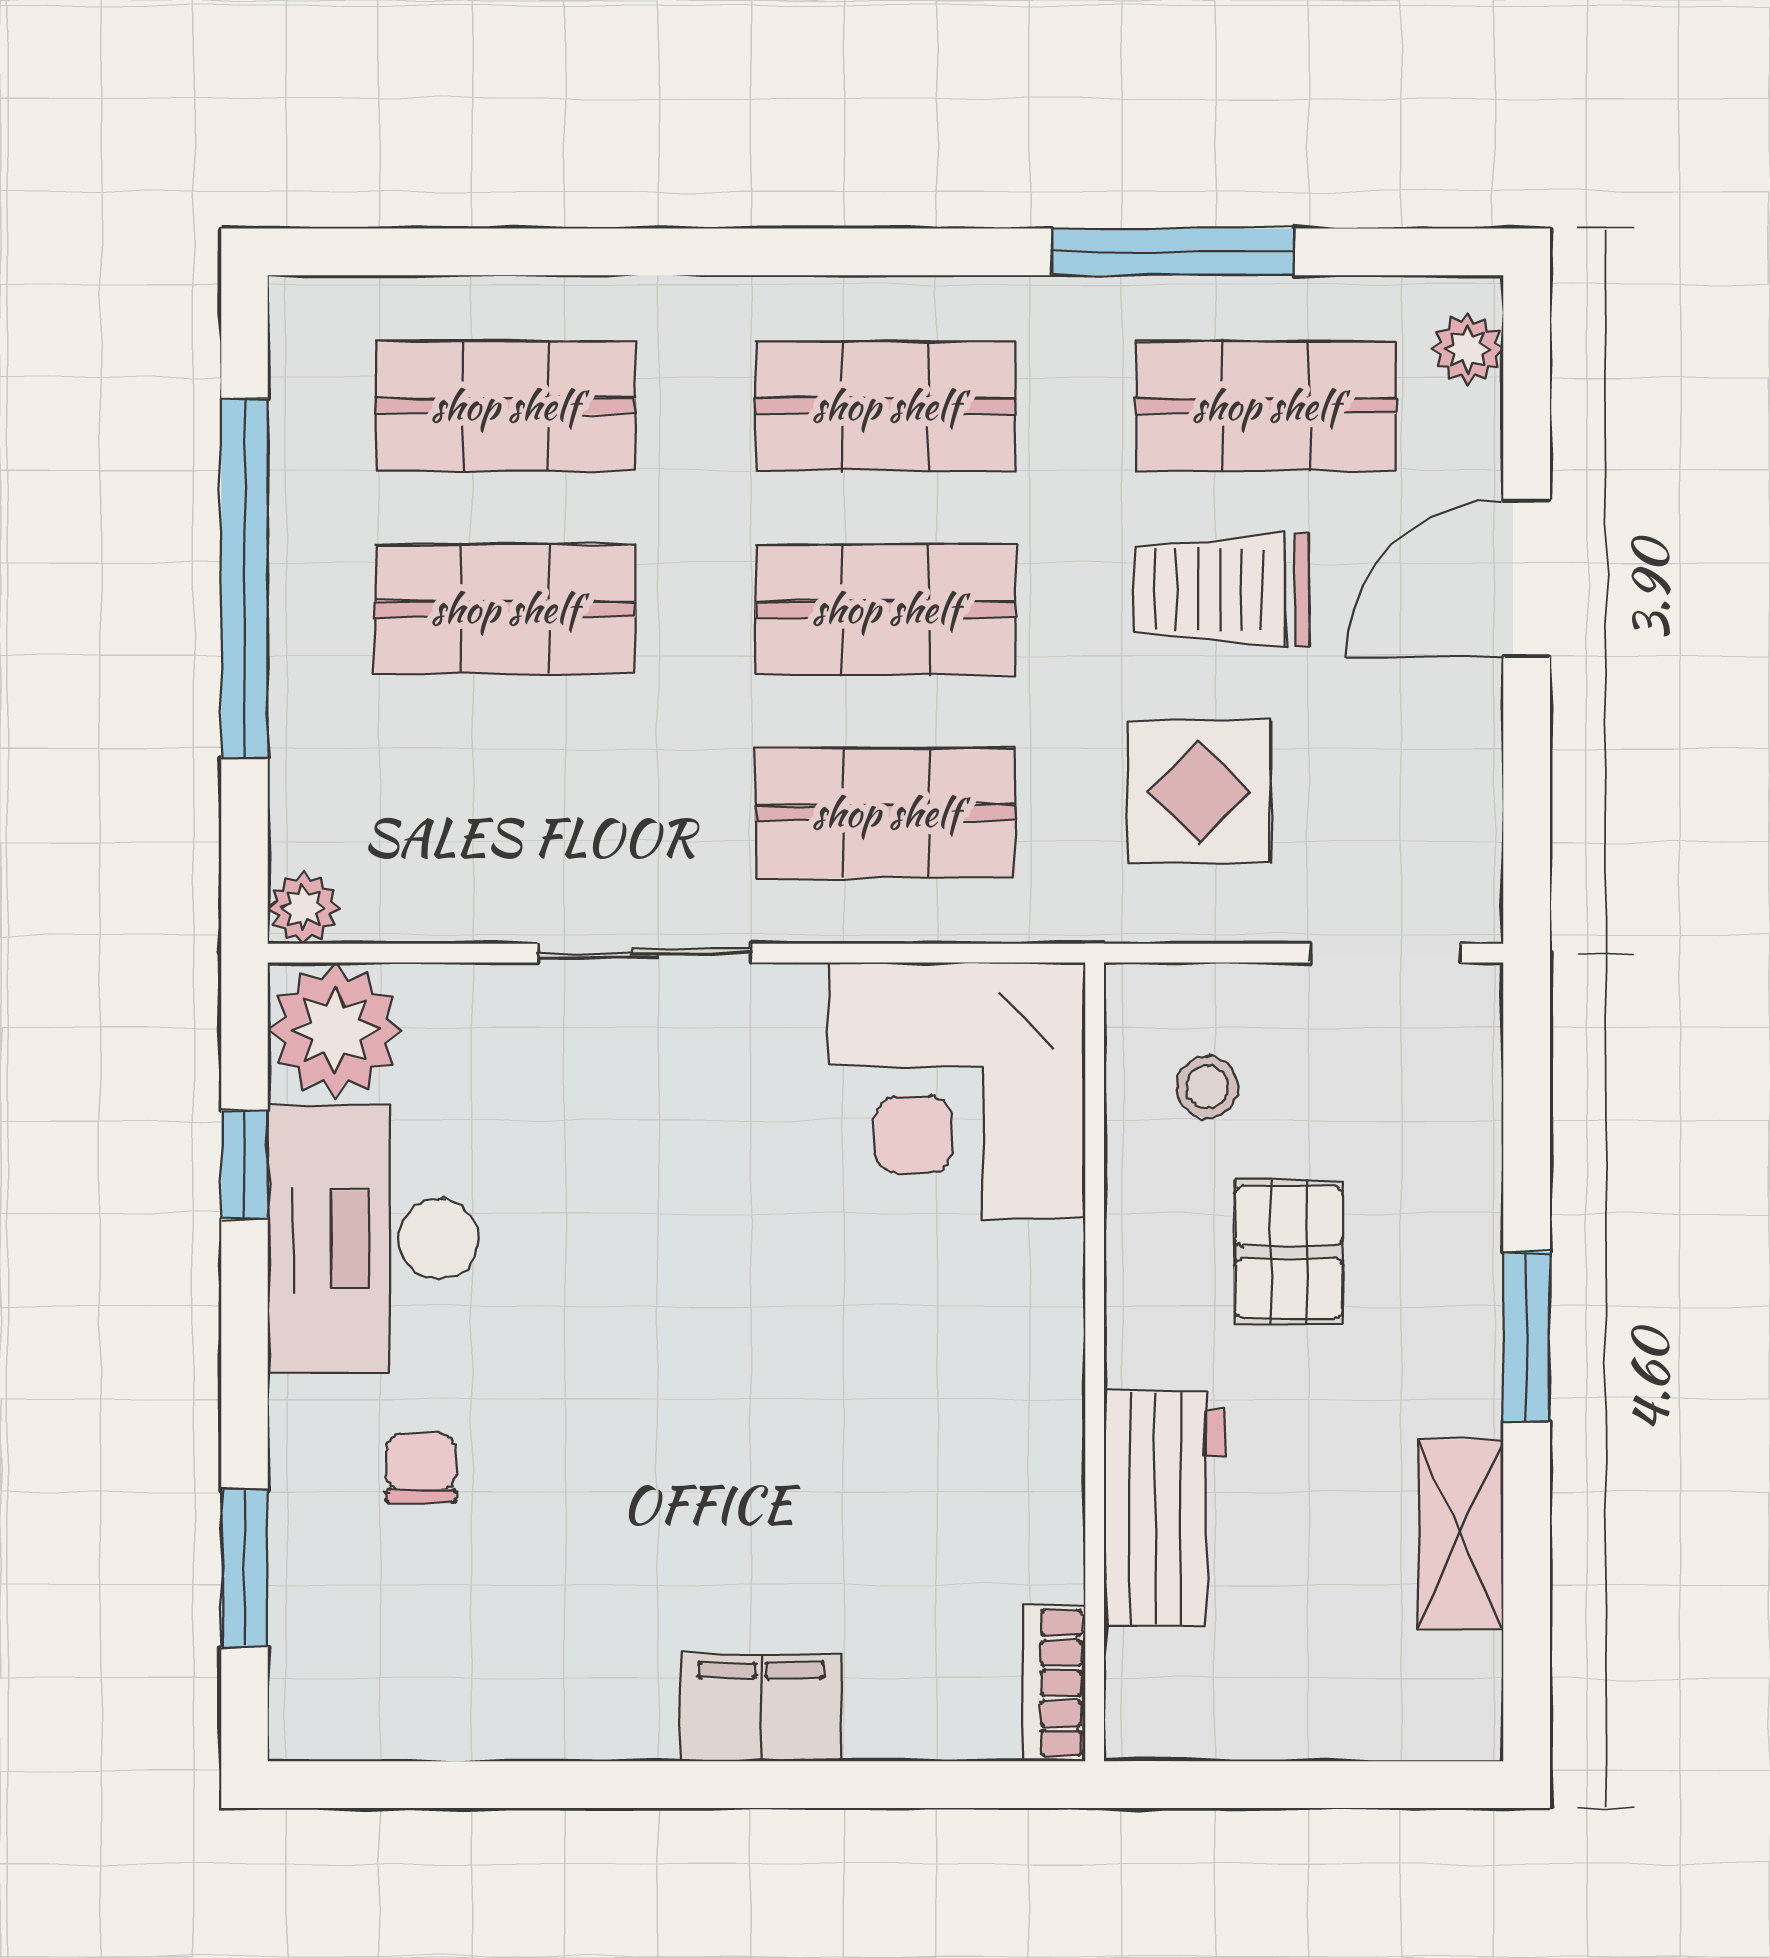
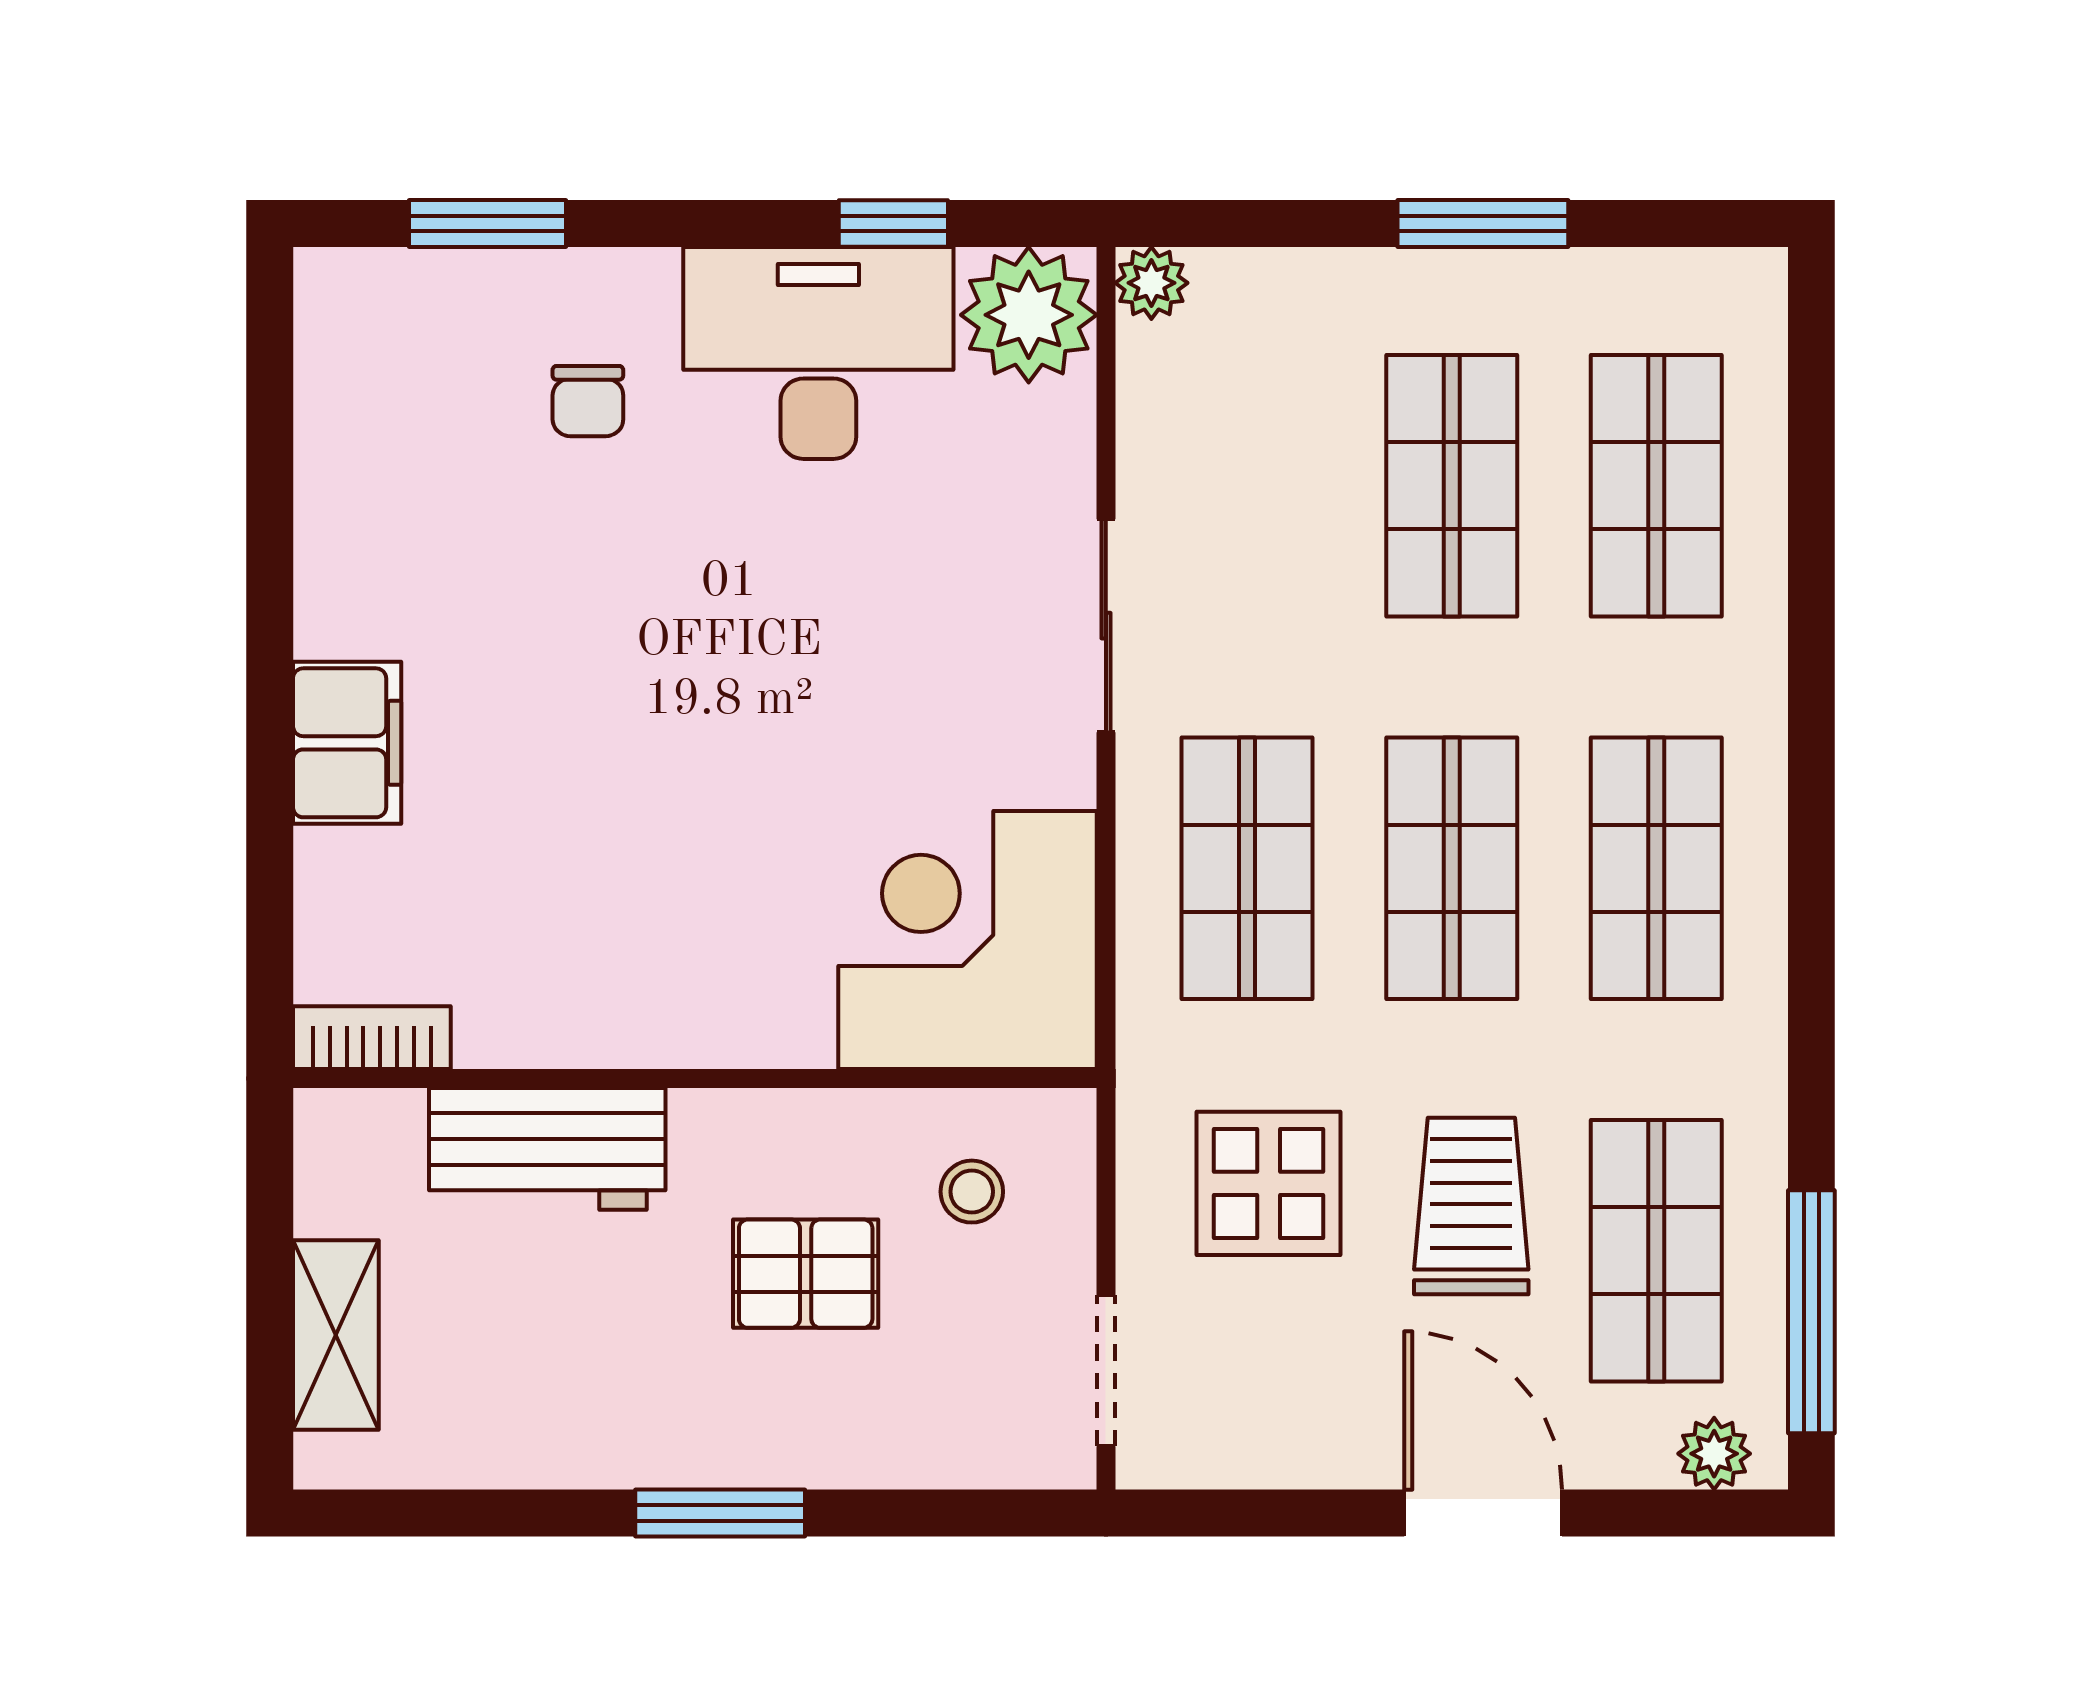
window: (1173, 252) -> (1811, 1312), moved
window: (245, 578) -> (1483, 224), width x0.47
chair: (421, 1468) -> (588, 401), turned 90
shelving: (1461, 1534) -> (336, 1335), moved, turned 90

